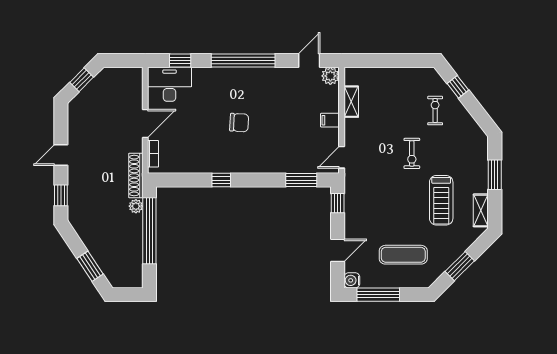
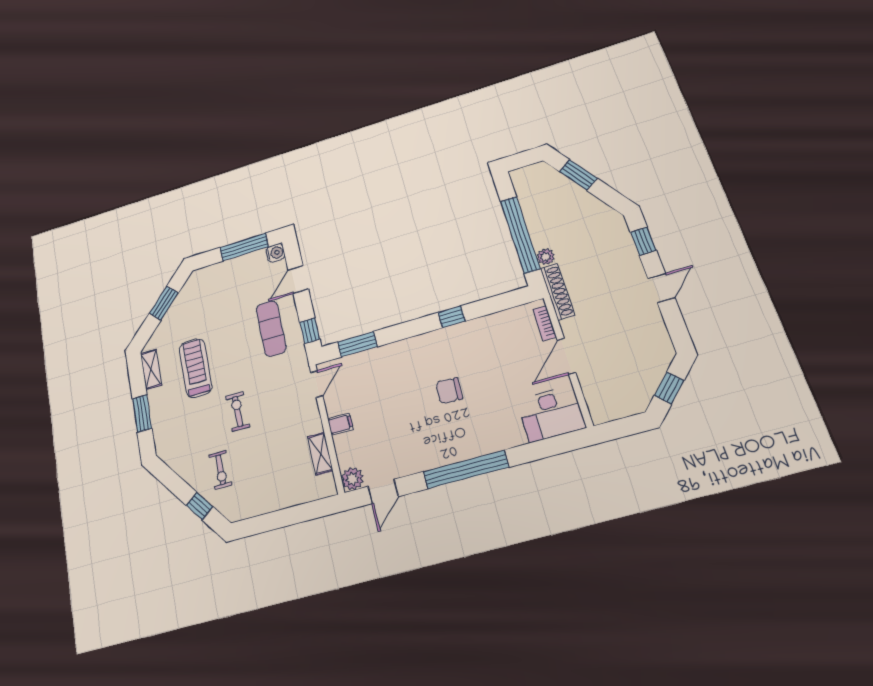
window: (180, 61) -> (547, 448), removed
exercise mat: (403, 255) -> (271, 328), moved, turned 90

